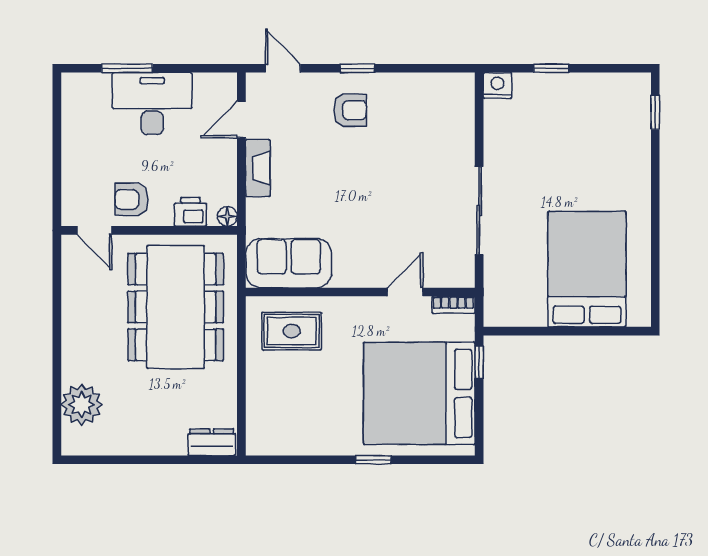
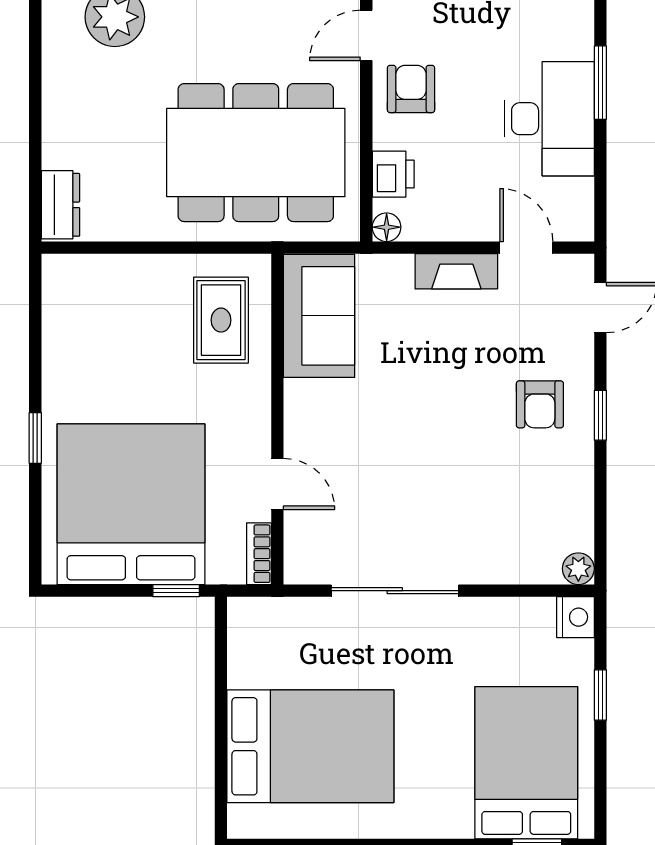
plant: (464, 83) -> (578, 569), added
bed: (598, 120) -> (526, 763), added

